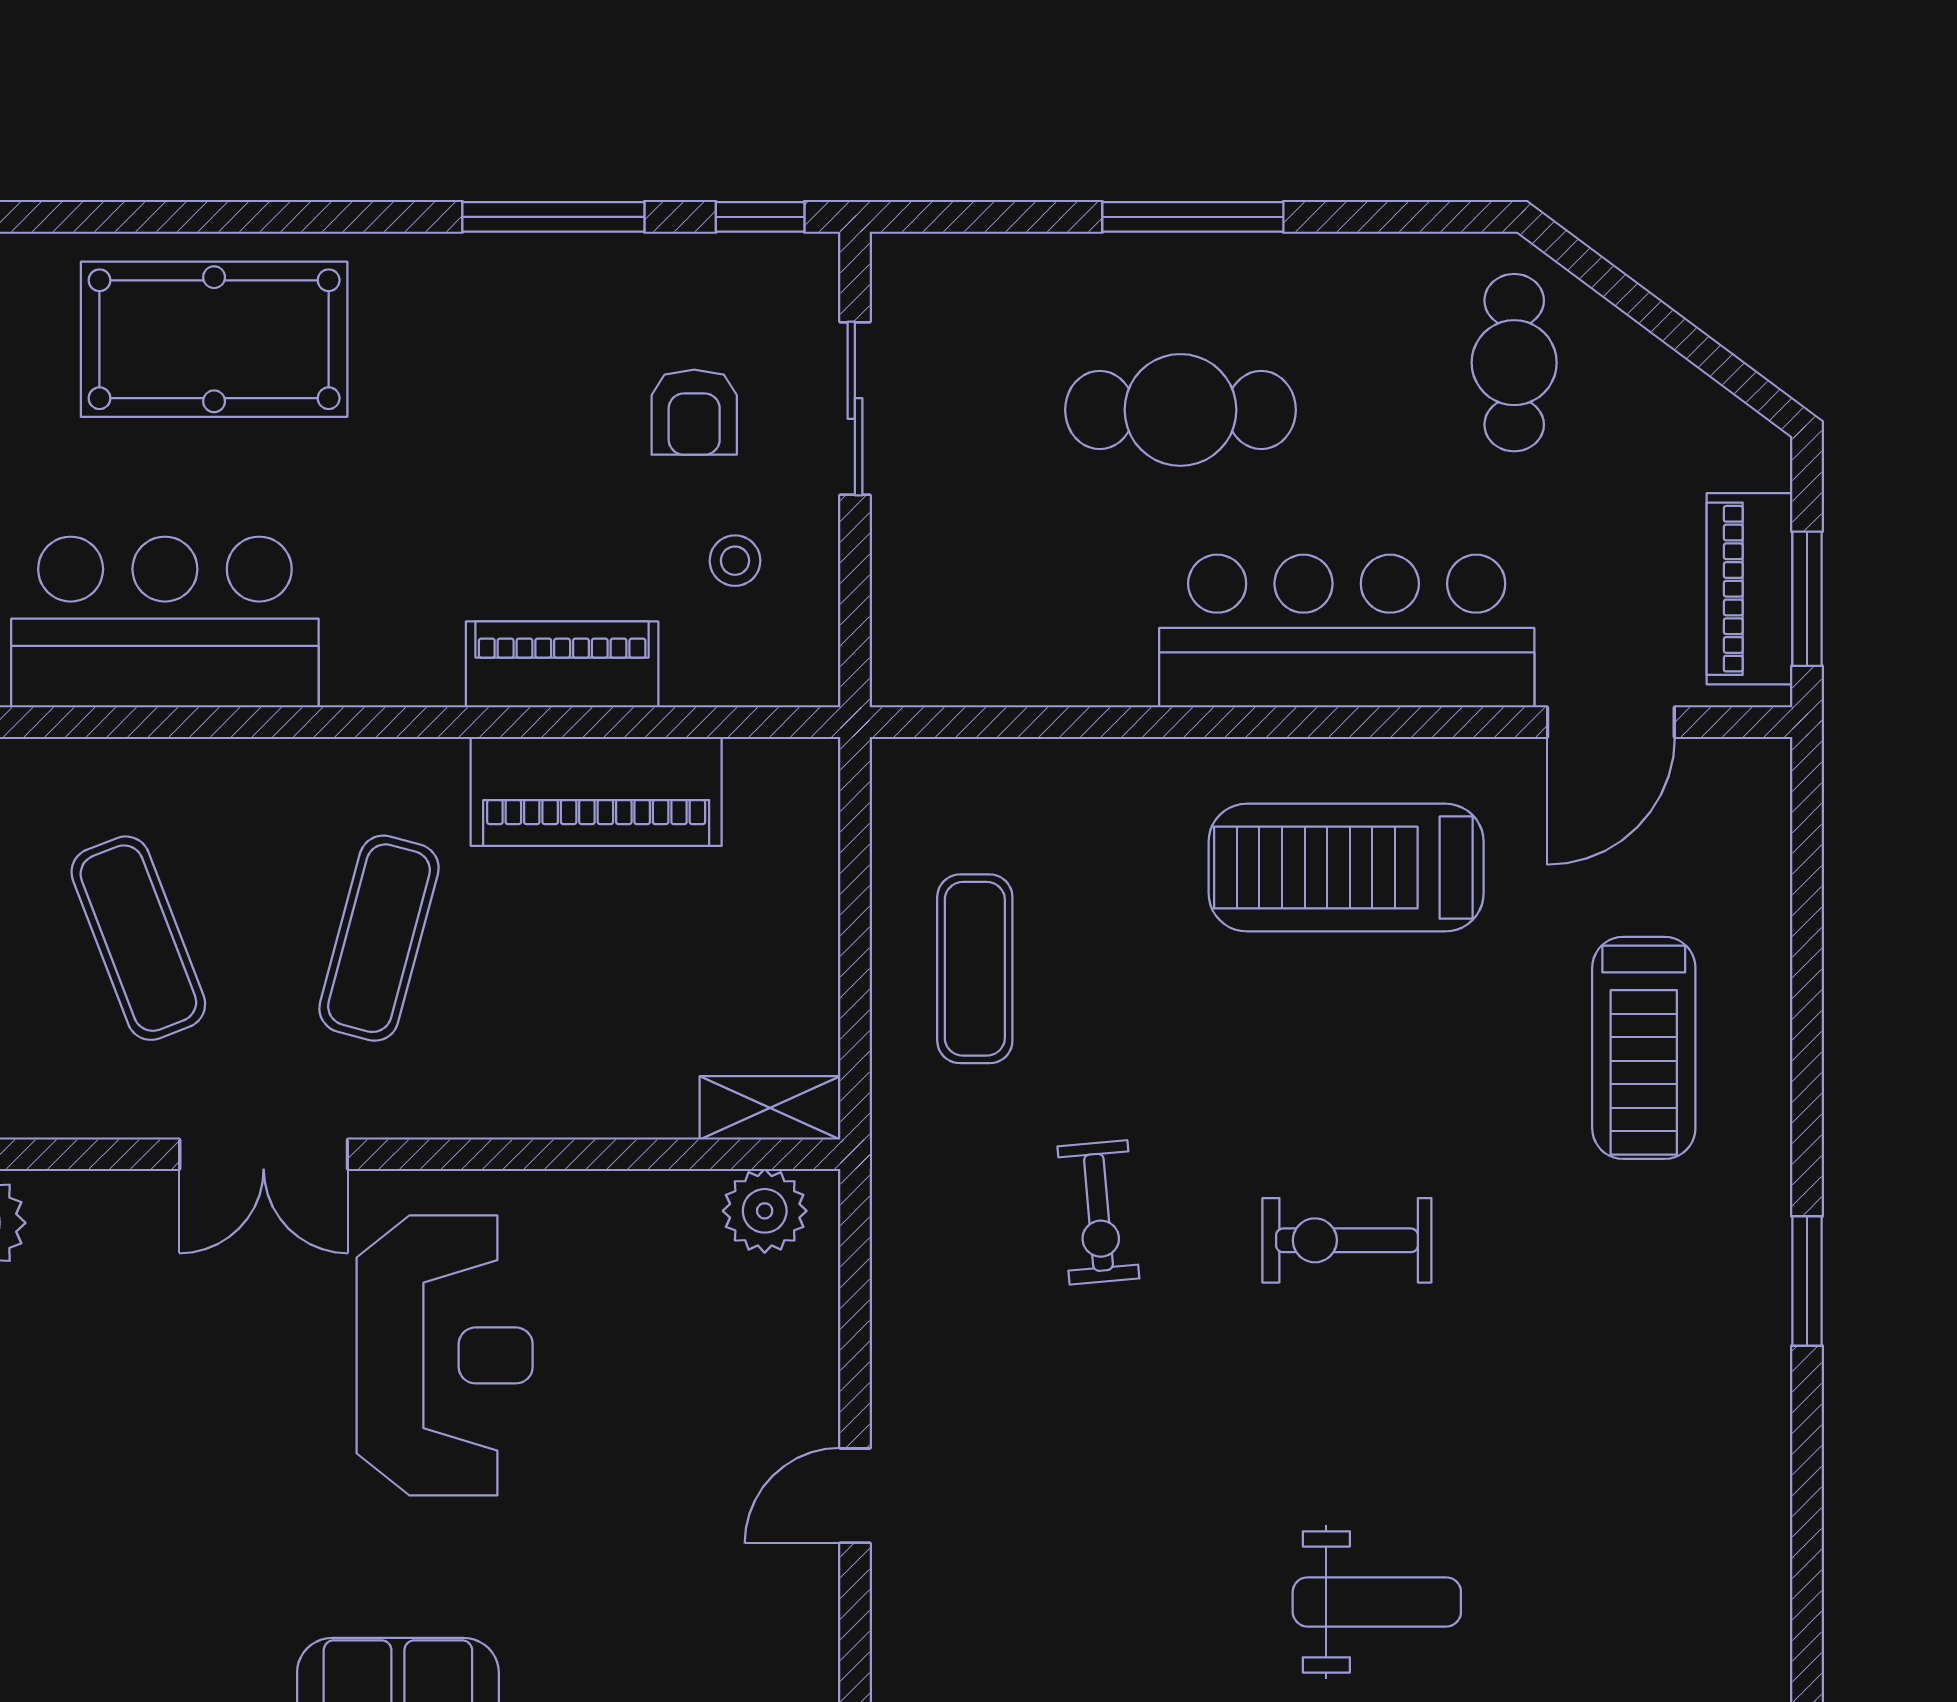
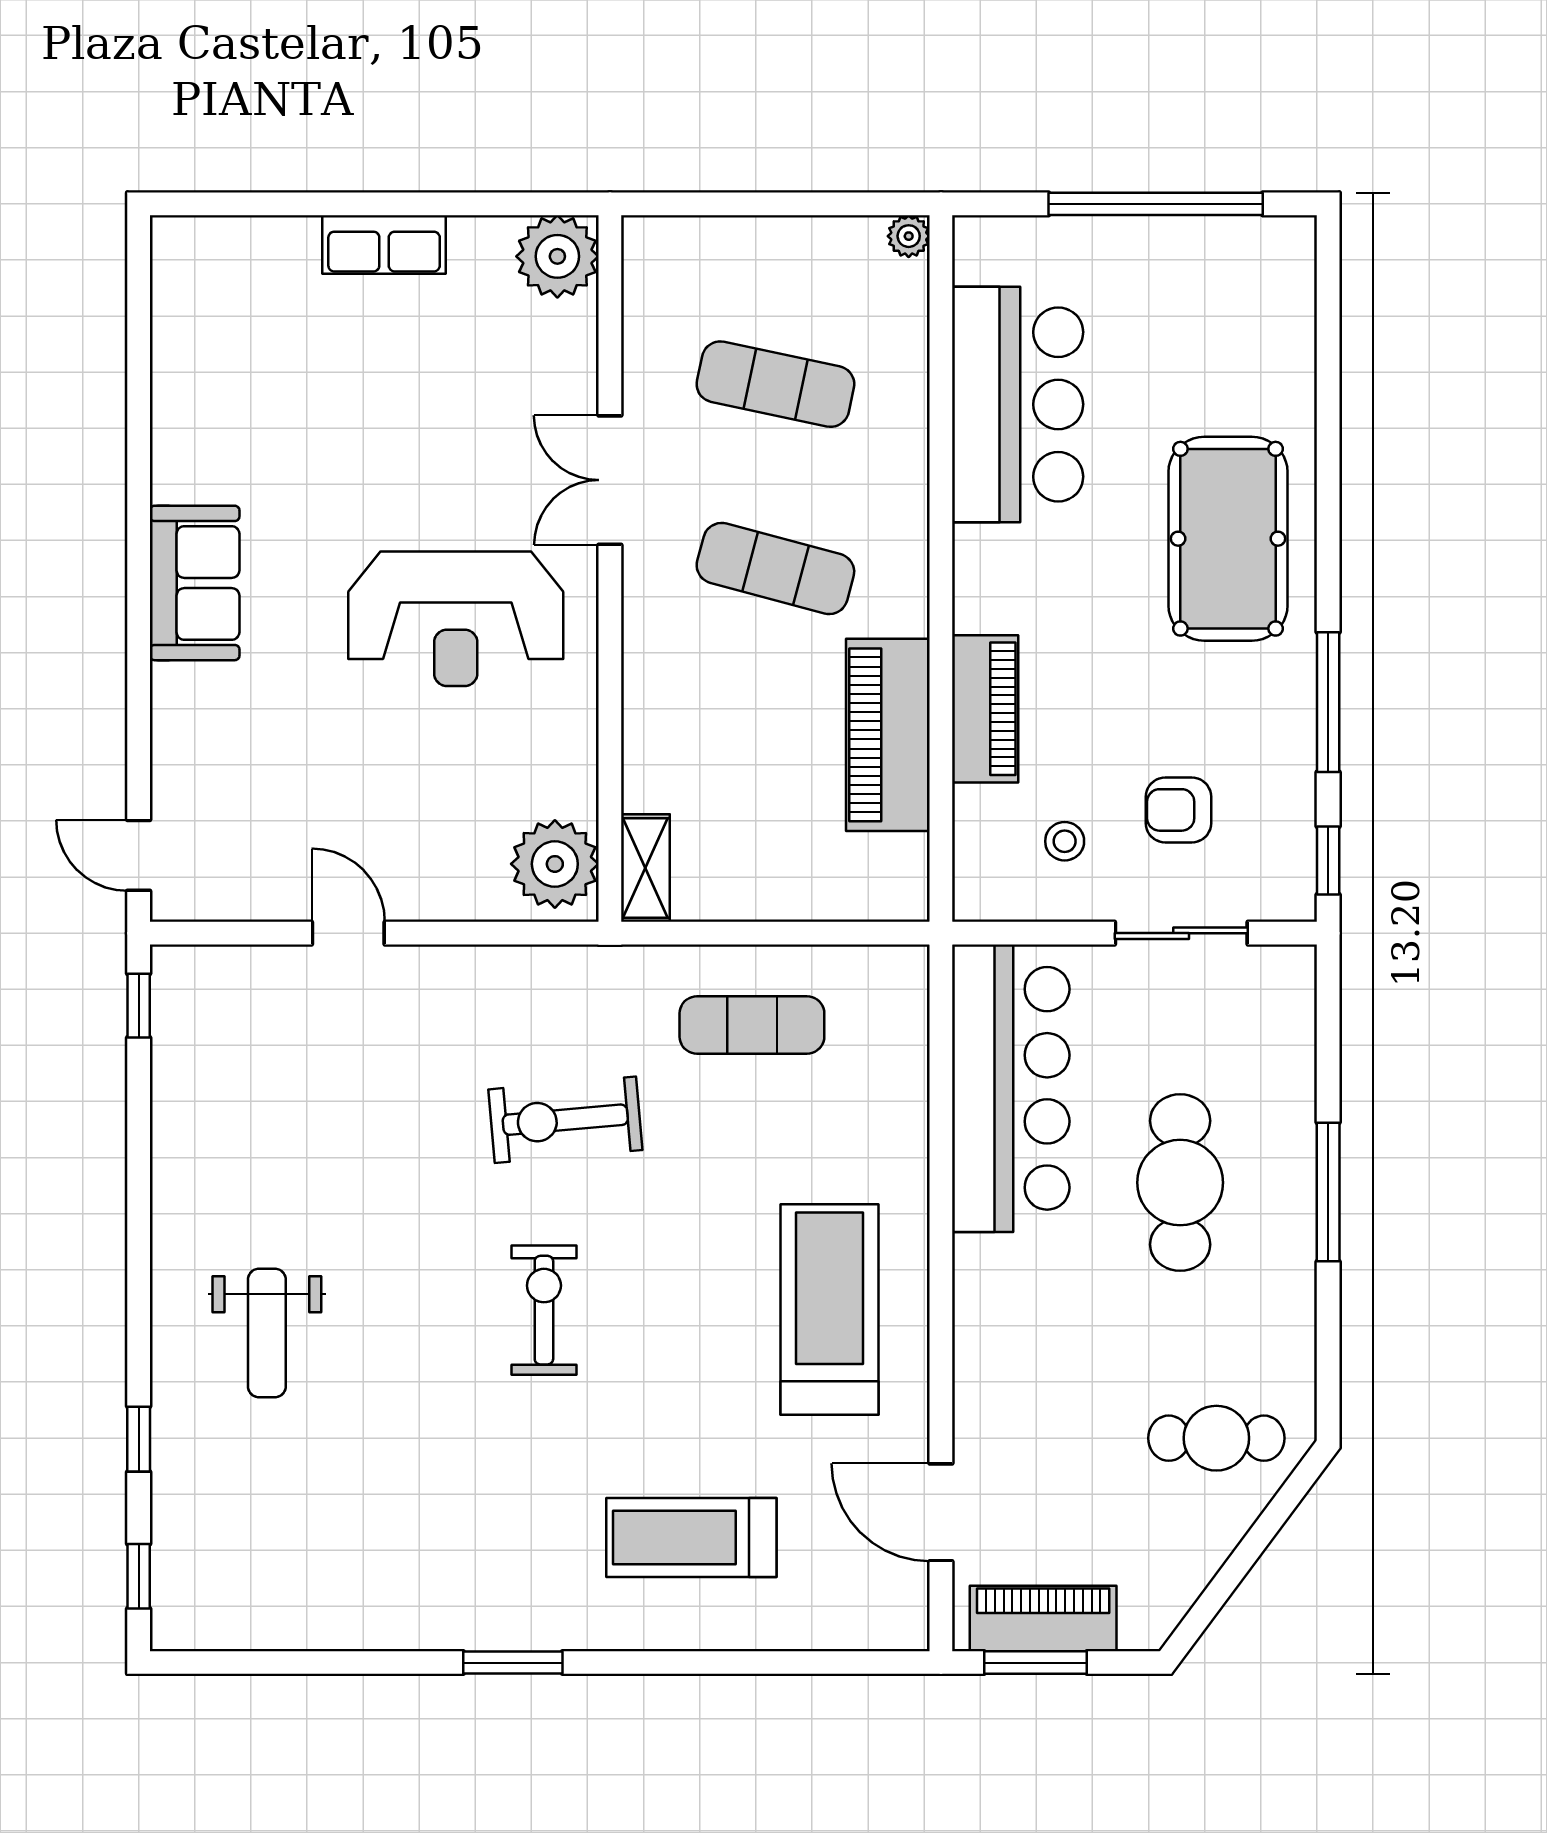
pool table: (214, 339) -> (1228, 539), moved
bar counter: (1347, 631) -> (1011, 1088), moved
exercise mat: (138, 938) -> (775, 384), turned 33
plant: (765, 1211) -> (555, 864), width x1.36, depth x1.36
exercise bike: (1098, 1212) -> (565, 1120), width x1.38, depth x1.39

